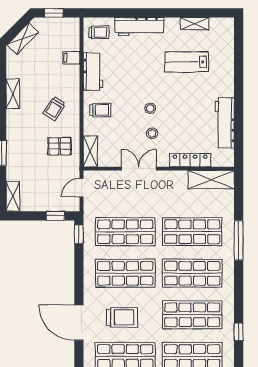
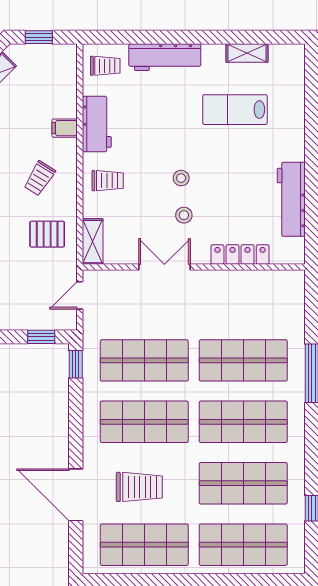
filing cabinet: (71, 58) -> (65, 128), moved
shelving: (211, 180) -> (271, 283), removed

